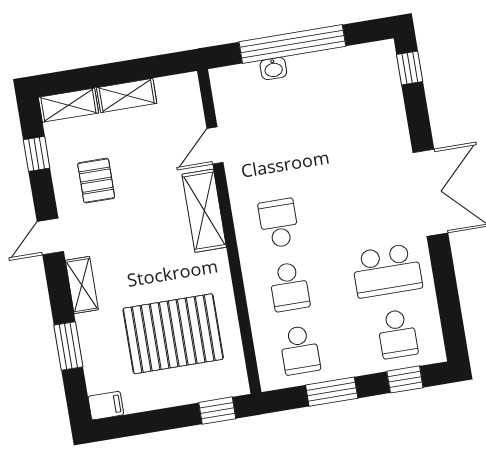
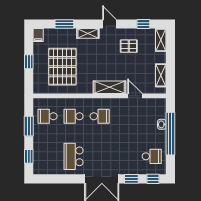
shelving: (127, 95) -> (161, 75), moved
window: (418, 121) -> (131, 179), added
school desk: (397, 334) -> (152, 156), moved, turned 180
window: (217, 411) -> (29, 62), moved

